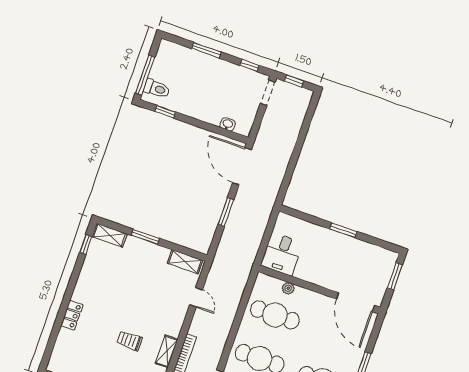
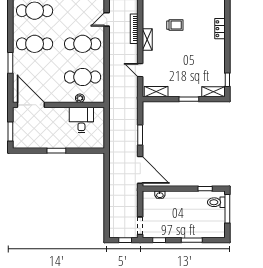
desk: (282, 254) -> (81, 120), moved
shelving: (167, 351) -> (147, 39), moved

